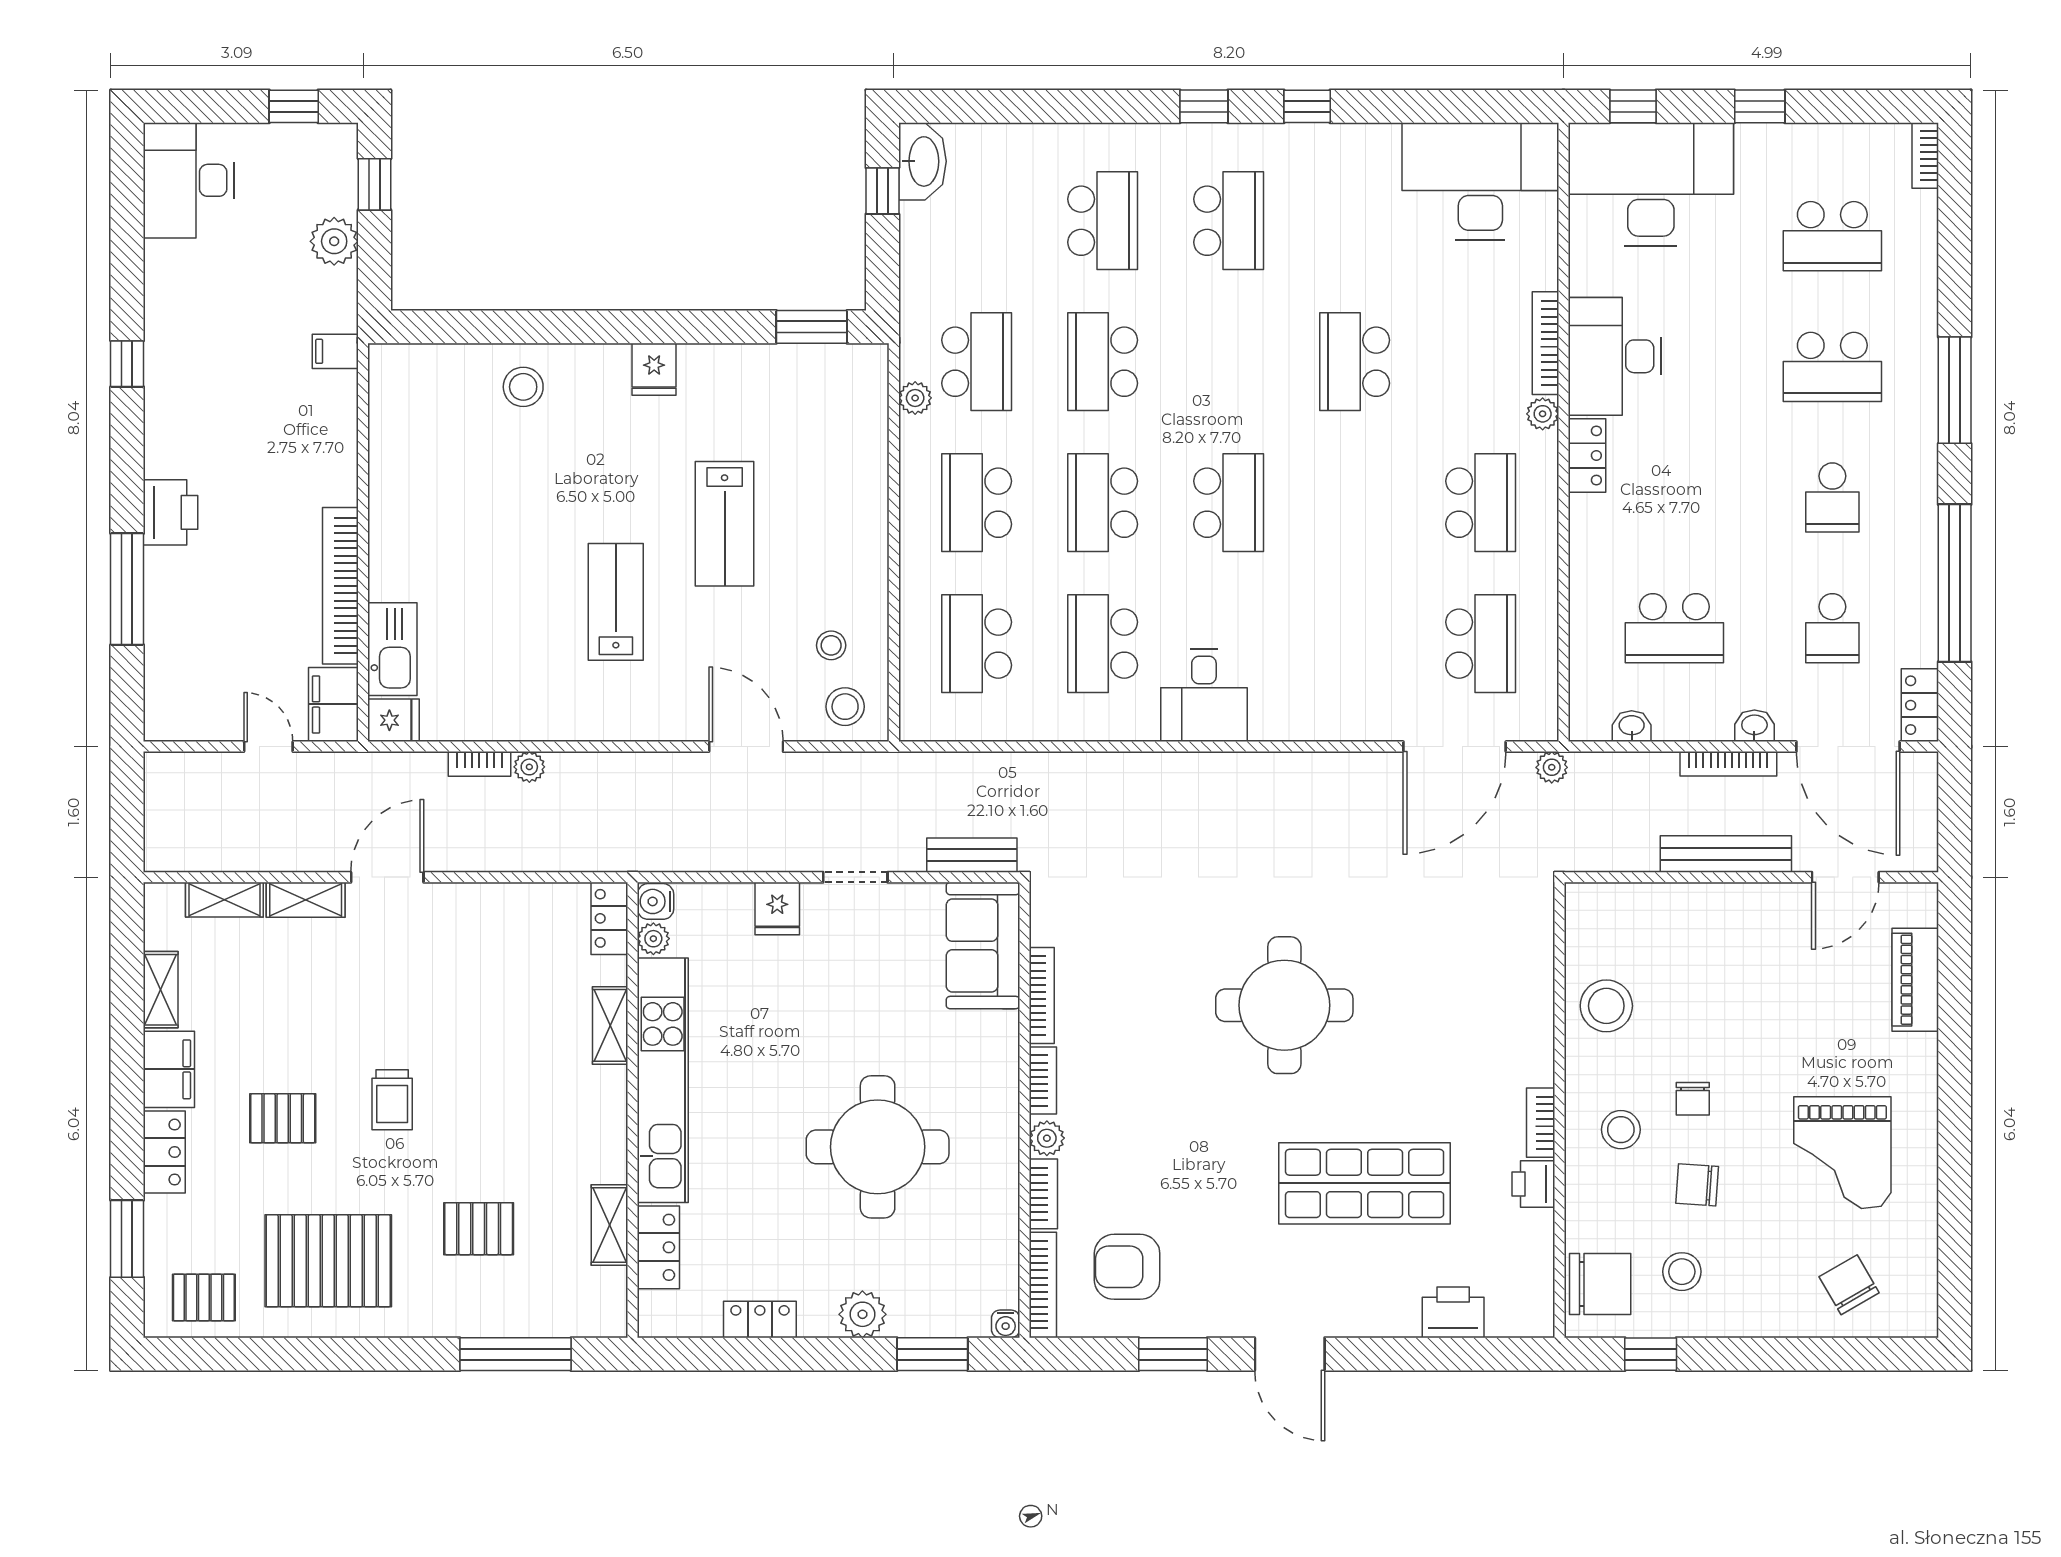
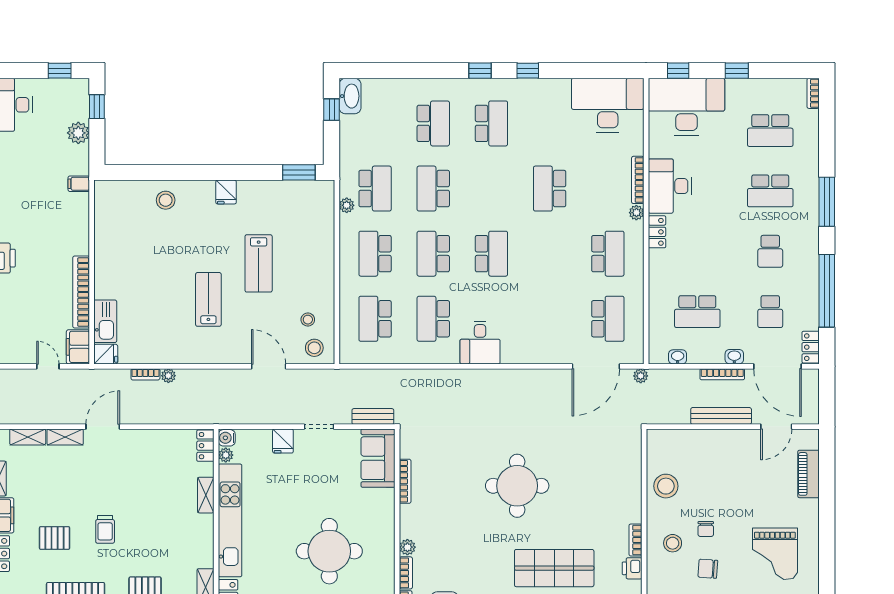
bookcase: (1043, 1081) -> (406, 521), removed

